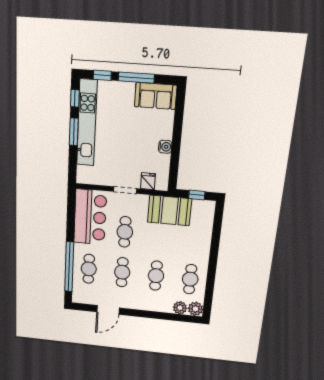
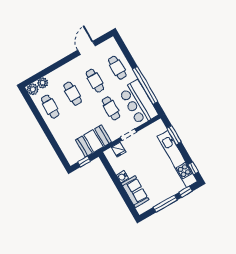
sofa: (156, 96) -> (135, 192), moved, turned 90
window: (74, 132) -> (174, 135), moved
window: (69, 267) -> (145, 85), moved

